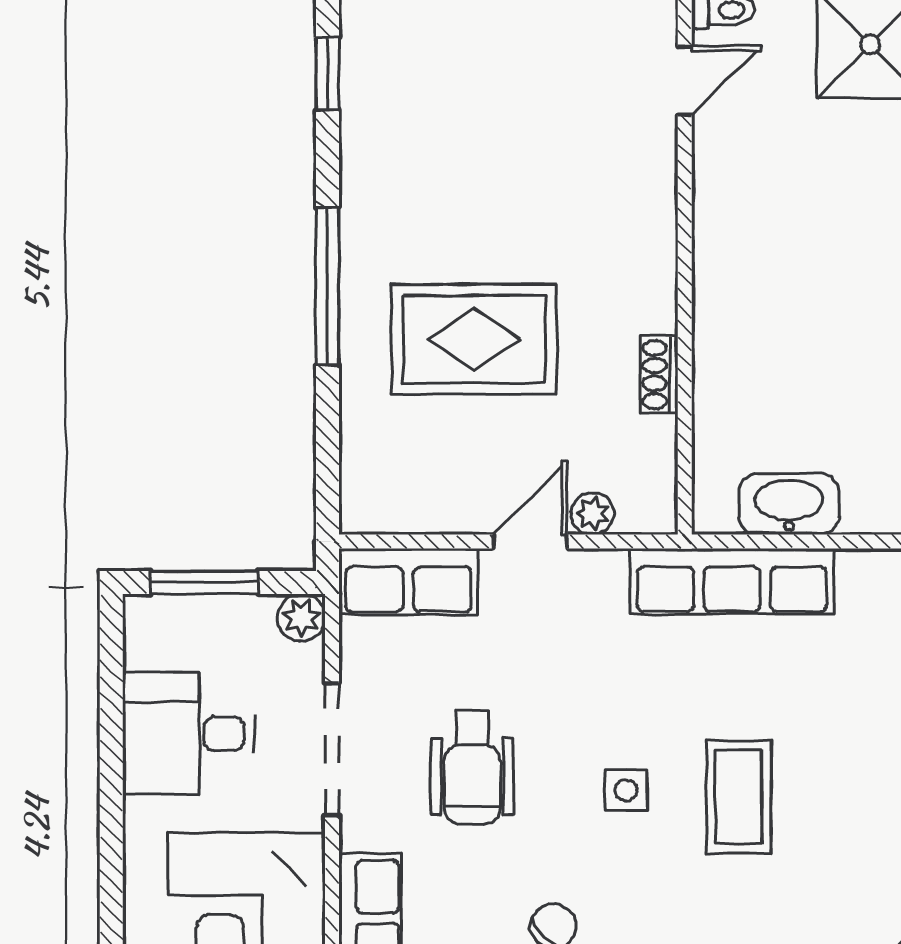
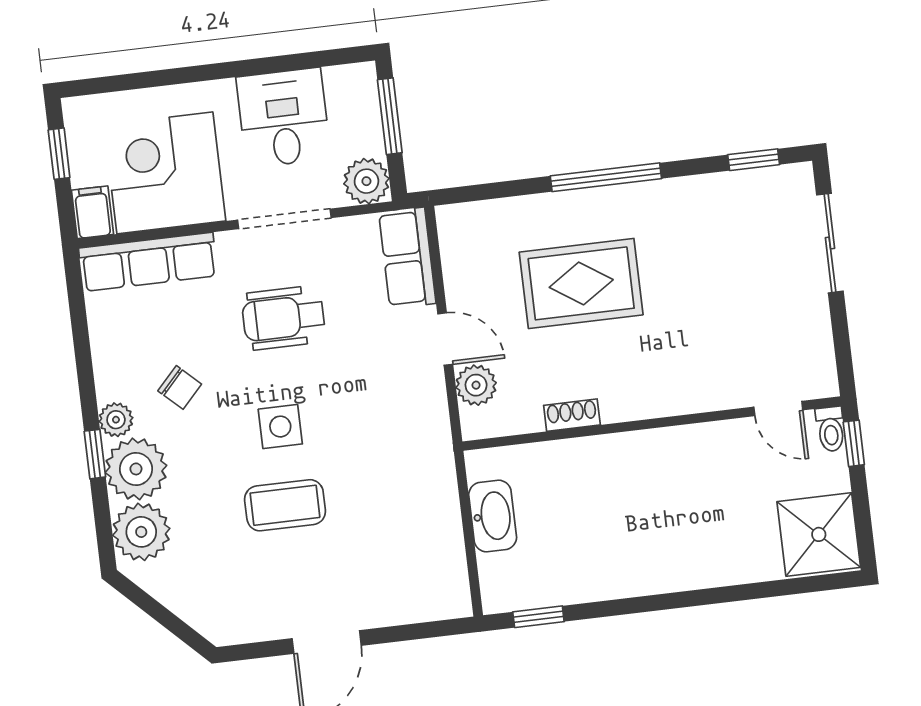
rug: (474, 339) -> (581, 283), turned 90
plant: (592, 513) -> (476, 385), width x1.38, depth x1.38
row of seats: (732, 581) -> (434, 483), removed
plant: (301, 618) -> (366, 181), width x1.38, depth x1.38
side table: (626, 790) -> (280, 427), width x1.37, depth x1.37

